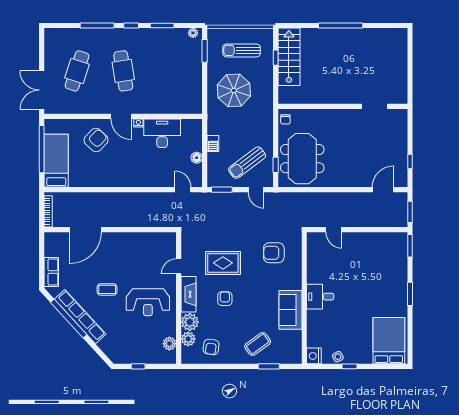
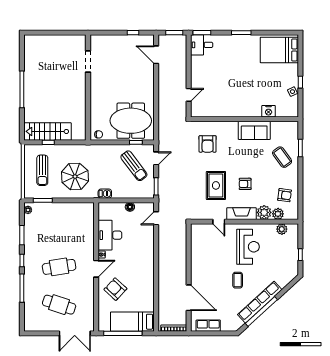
barbecue: (213, 143) -> (105, 194), moved
row of seats: (51, 272) -> (208, 326), moved
desk: (320, 297) -> (202, 45), moved, turned 90
nightstand: (314, 356) -> (269, 111), moved

